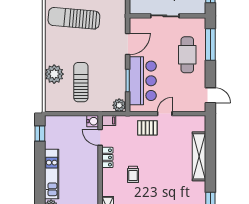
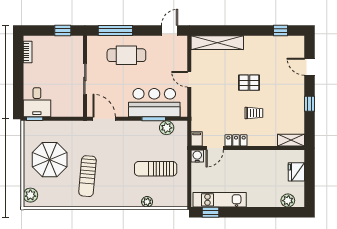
sun lounger: (74, 18) -> (87, 176), width x0.73, depth x0.75
door: (128, 44) -> (104, 119), moved
plant: (54, 74) -> (147, 202), width x0.53, depth x0.53
plant: (119, 105) -> (167, 128), moved
pallet: (147, 128) -> (249, 83), moved, turned 90
shelving: (199, 156) -> (217, 43), moved
kitchen unit: (52, 174) -> (220, 200), moved

